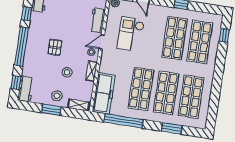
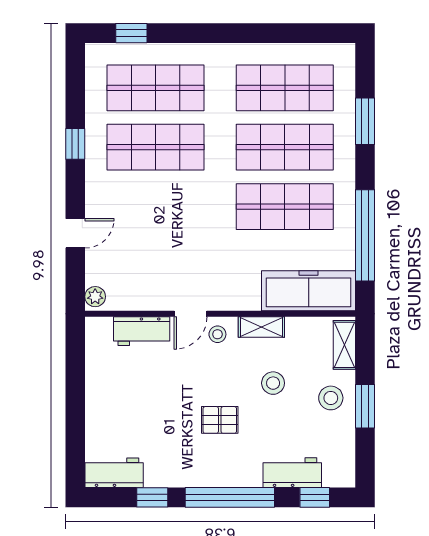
checkout: (131, 34) -> (163, 249), removed
door: (102, 42) -> (191, 314), hinge flipped
workbench: (26, 89) -> (292, 473), moved

